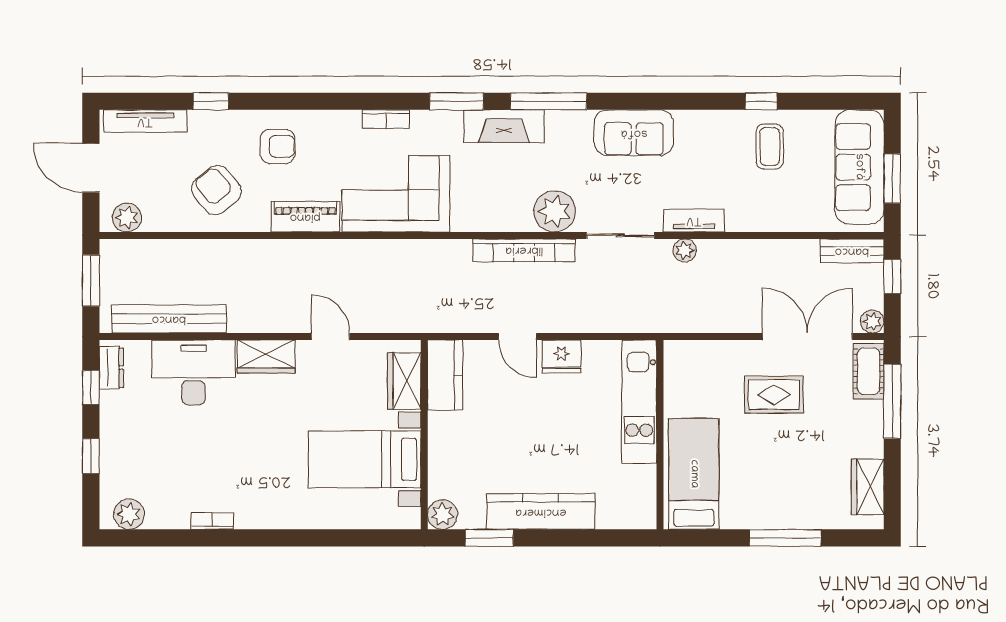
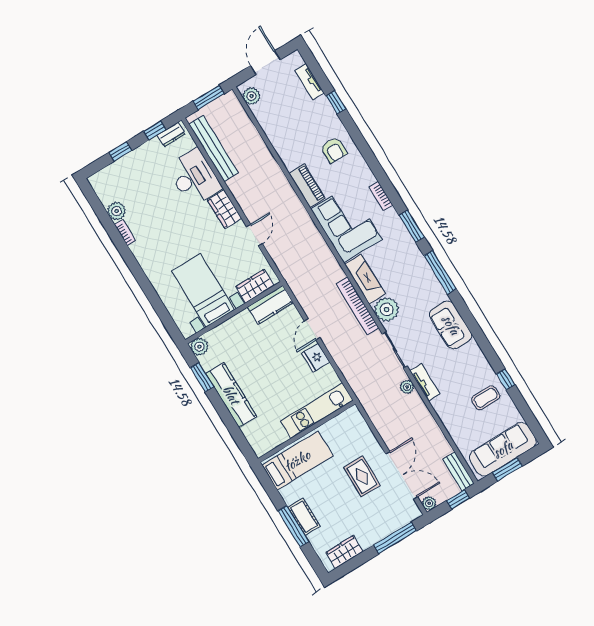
tv unit: (145, 121) -> (310, 82), width x0.71
fireplace: (504, 126) -> (365, 279), moved, turned 180
armchair: (216, 190) -> (293, 133), removed
cot: (869, 371) -> (304, 517), moved, turned 90
plant: (129, 514) -> (117, 211), moved

